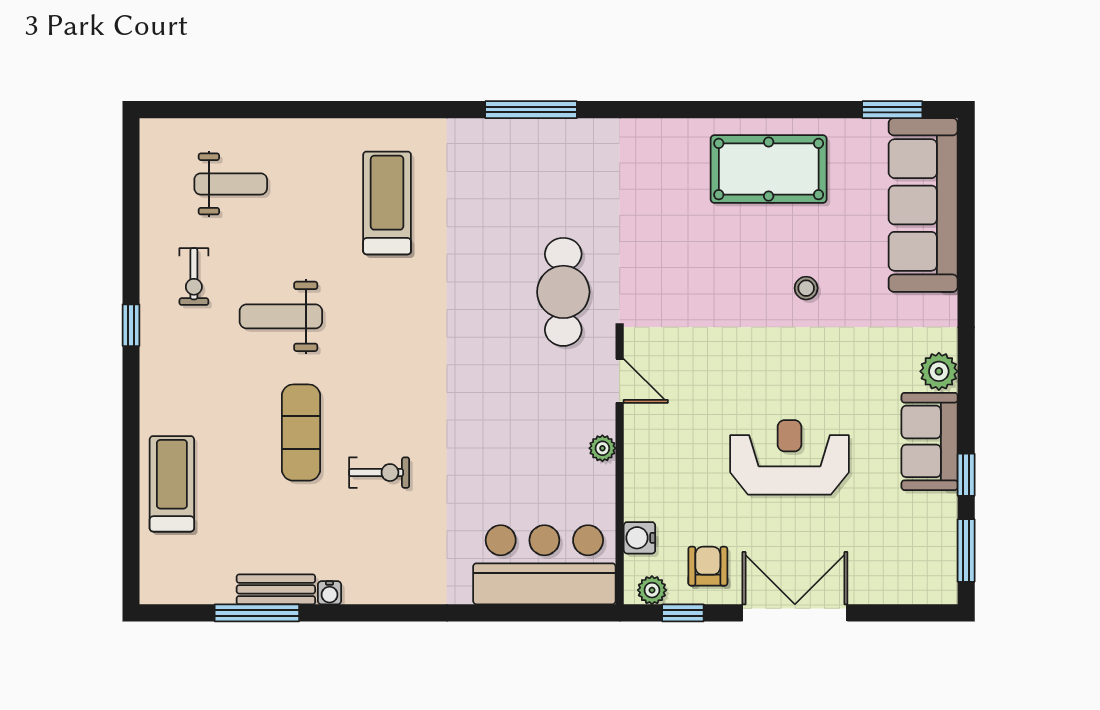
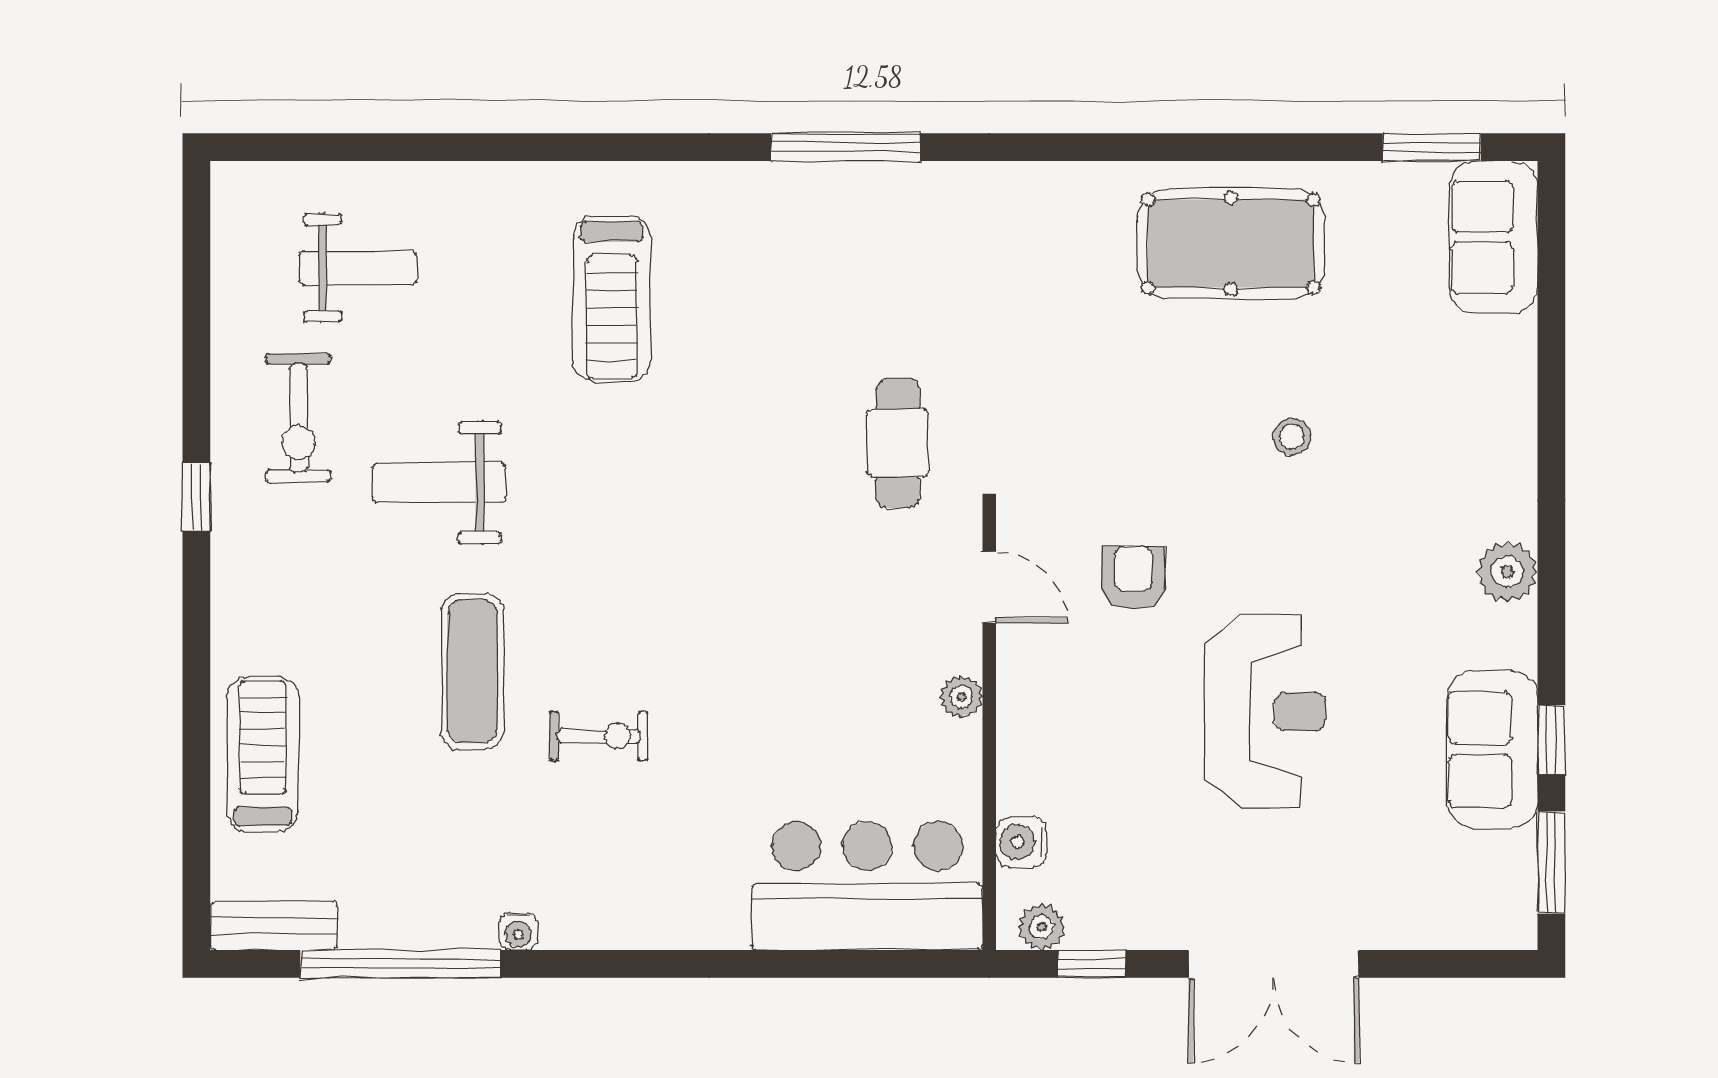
treadmill: (387, 203) -> (612, 299), turned 180
sofa: (923, 205) -> (1494, 237), width x0.54, depth x0.79
exercise bike: (194, 277) -> (298, 418), width x1.38, depth x1.39
cafe table: (563, 292) -> (898, 443), width x0.73, depth x0.74
sofa: (930, 441) -> (1492, 749), moved
reception desk: (789, 457) -> (1265, 711), turned 90
armchair: (708, 566) -> (1133, 578), moved
bench: (276, 589) -> (274, 926), moved
window: (257, 613) -> (401, 964), width x1.46
double door: (795, 613) -> (1274, 964), swing flipped

